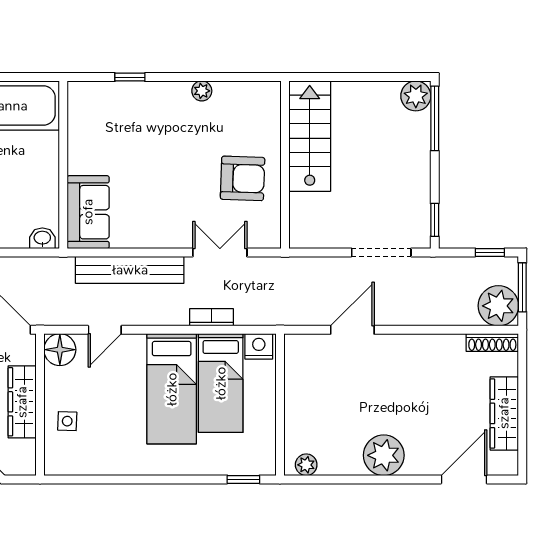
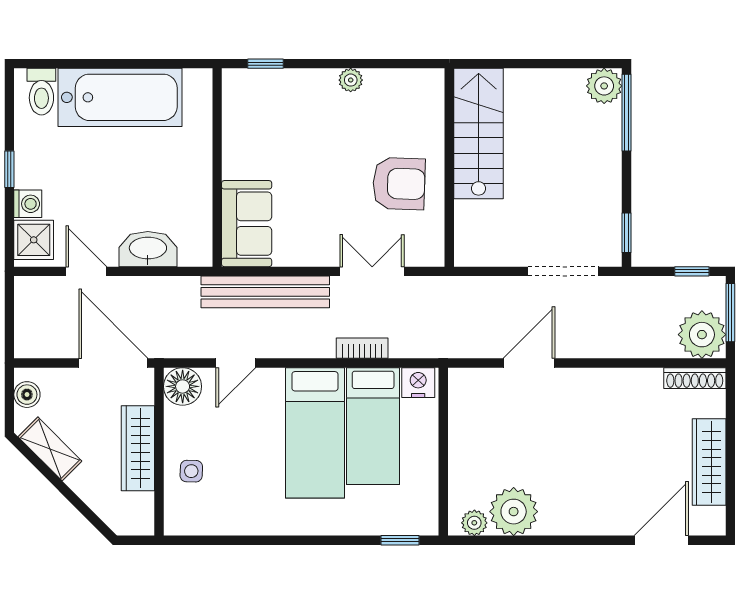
wall: (63, 165) -> (217, 167), moved
sofa: (88, 212) -> (247, 224), moved
washbasin: (42, 238) -> (148, 249), width x1.91, depth x1.45
plant: (384, 455) -> (514, 512), moved

